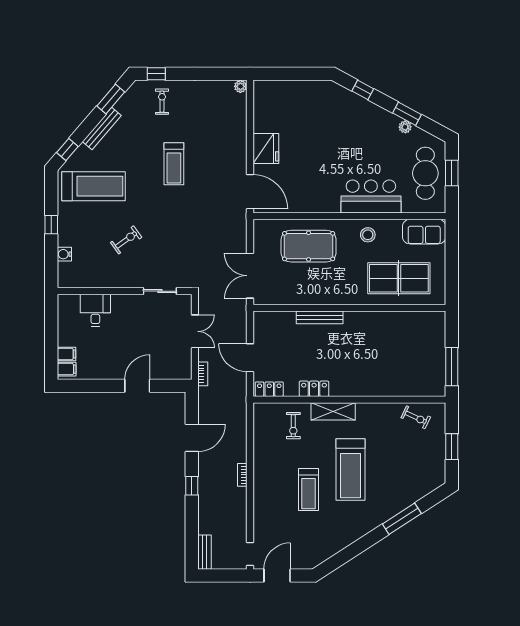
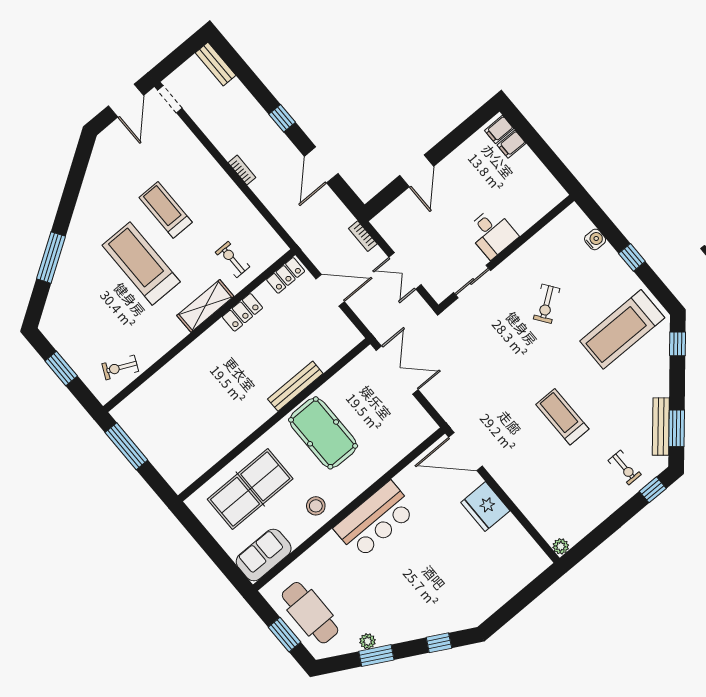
bench: (102, 129) -> (661, 427), moved
bar counter: (371, 196) -> (375, 520), moved
pool table: (309, 246) -> (323, 433), moved, turned 90
desk: (95, 310) -> (492, 233), moved

